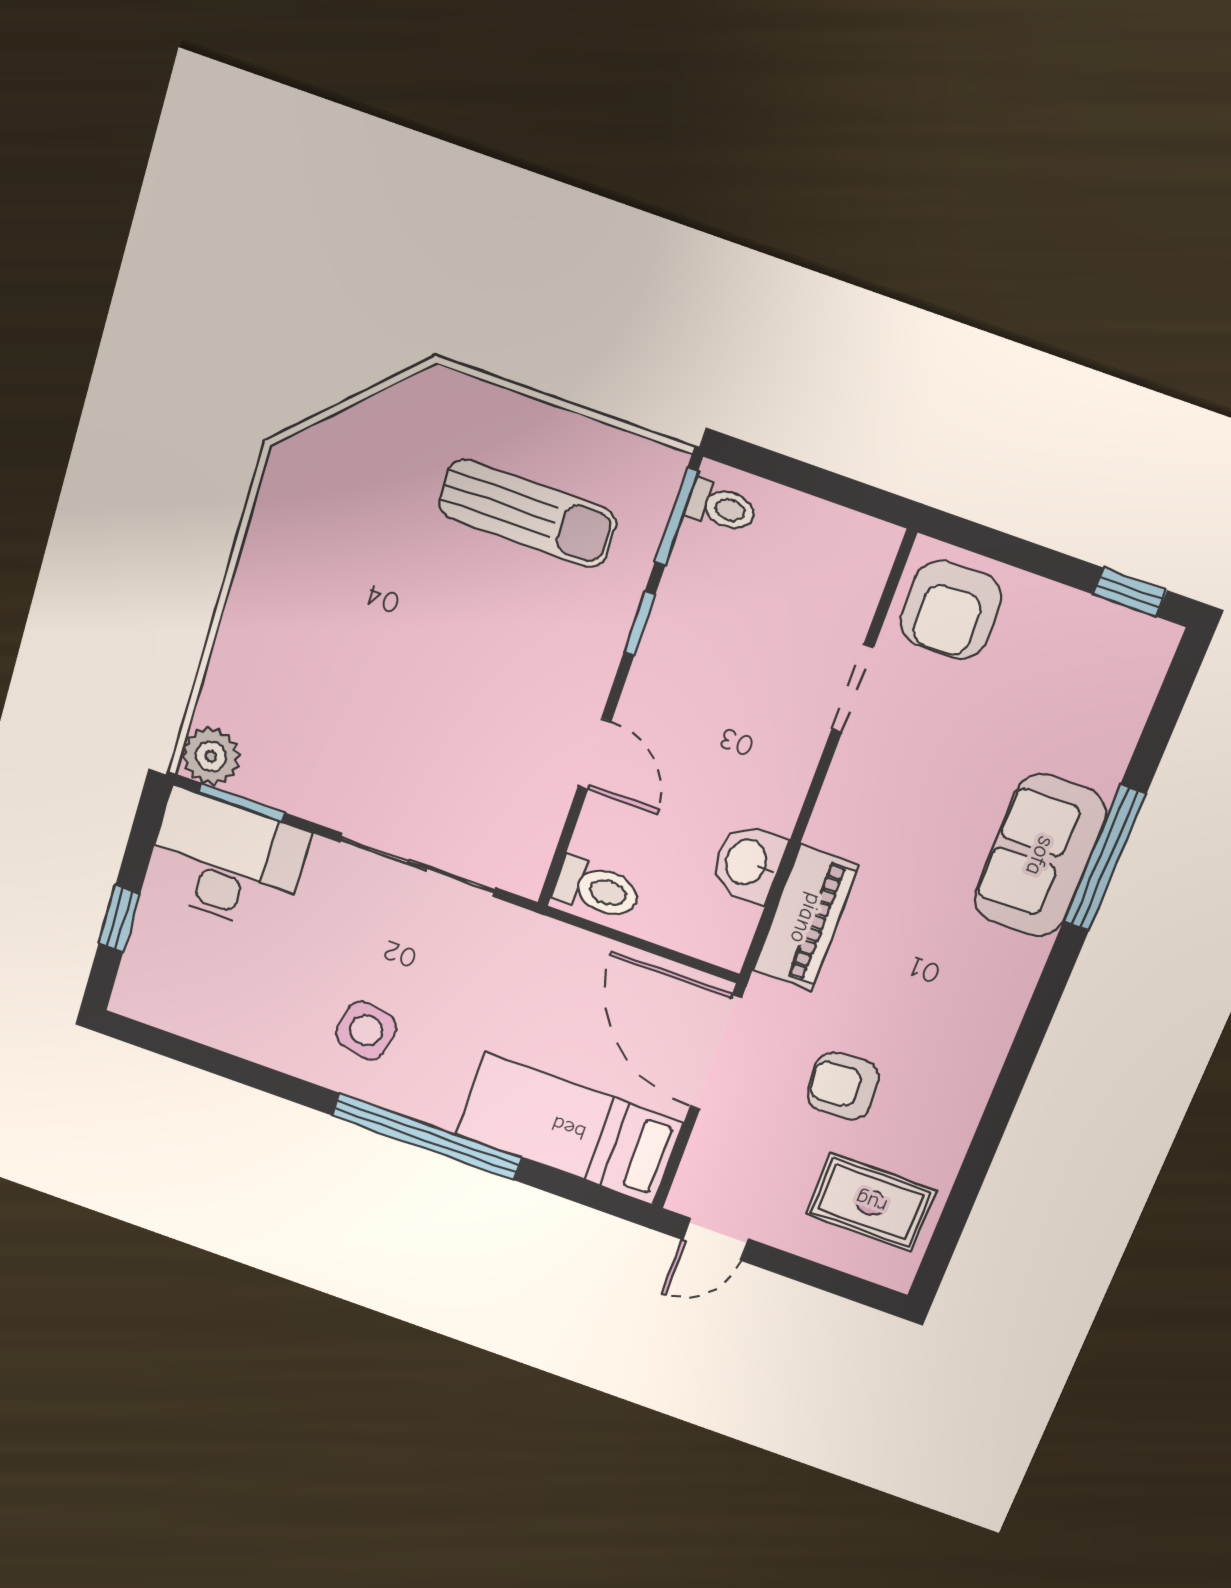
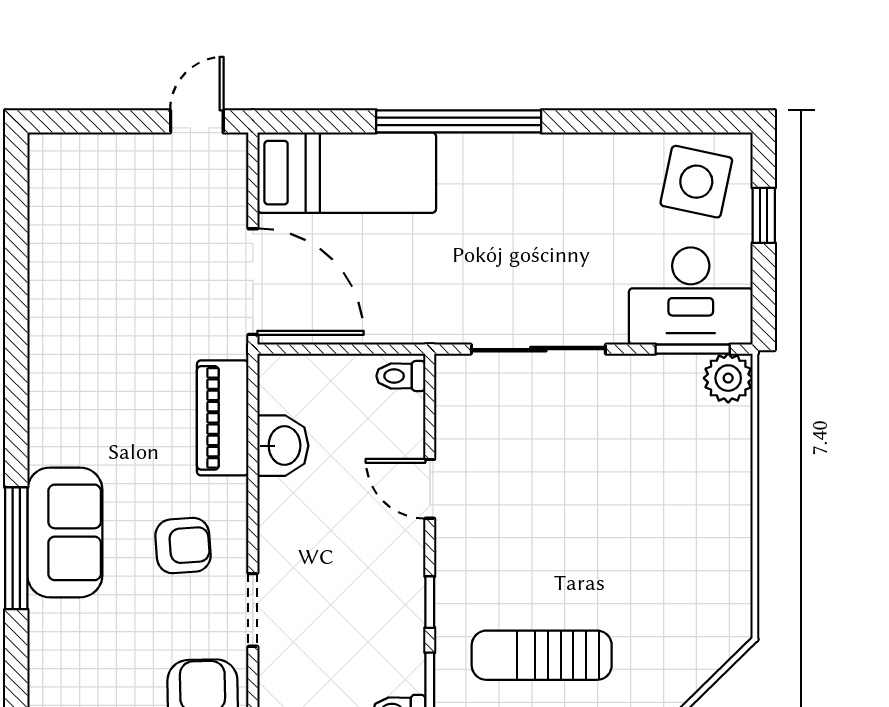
toilet: (597, 889) -> (401, 376), width x0.73, depth x0.72
side table: (366, 1030) -> (696, 182), moved, width x1.37, depth x1.37
armchair: (843, 1086) -> (183, 546), moved
rug: (871, 1202) -> (86, 201), removed

